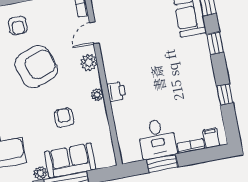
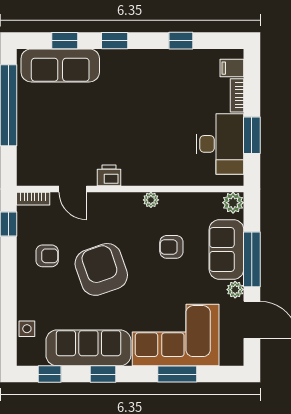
armchair: (18, 26) -> (47, 256), moved
plant: (89, 62) -> (233, 203), moved
printer: (116, 92) -> (109, 175), moved
desk: (157, 139) -> (220, 144), width x1.37

